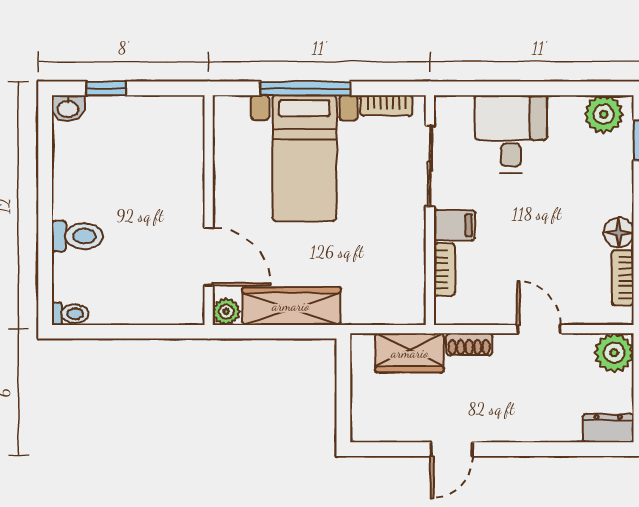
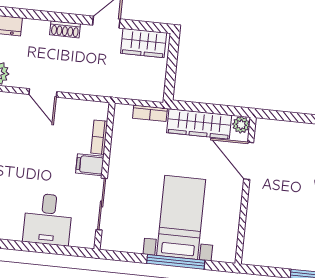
bookcase: (386, 106) -> (150, 113), moved, turned 180
shoe rack: (469, 344) -> (65, 29), moved, turned 180
wardrobe: (410, 353) -> (144, 43), moved, turned 180

